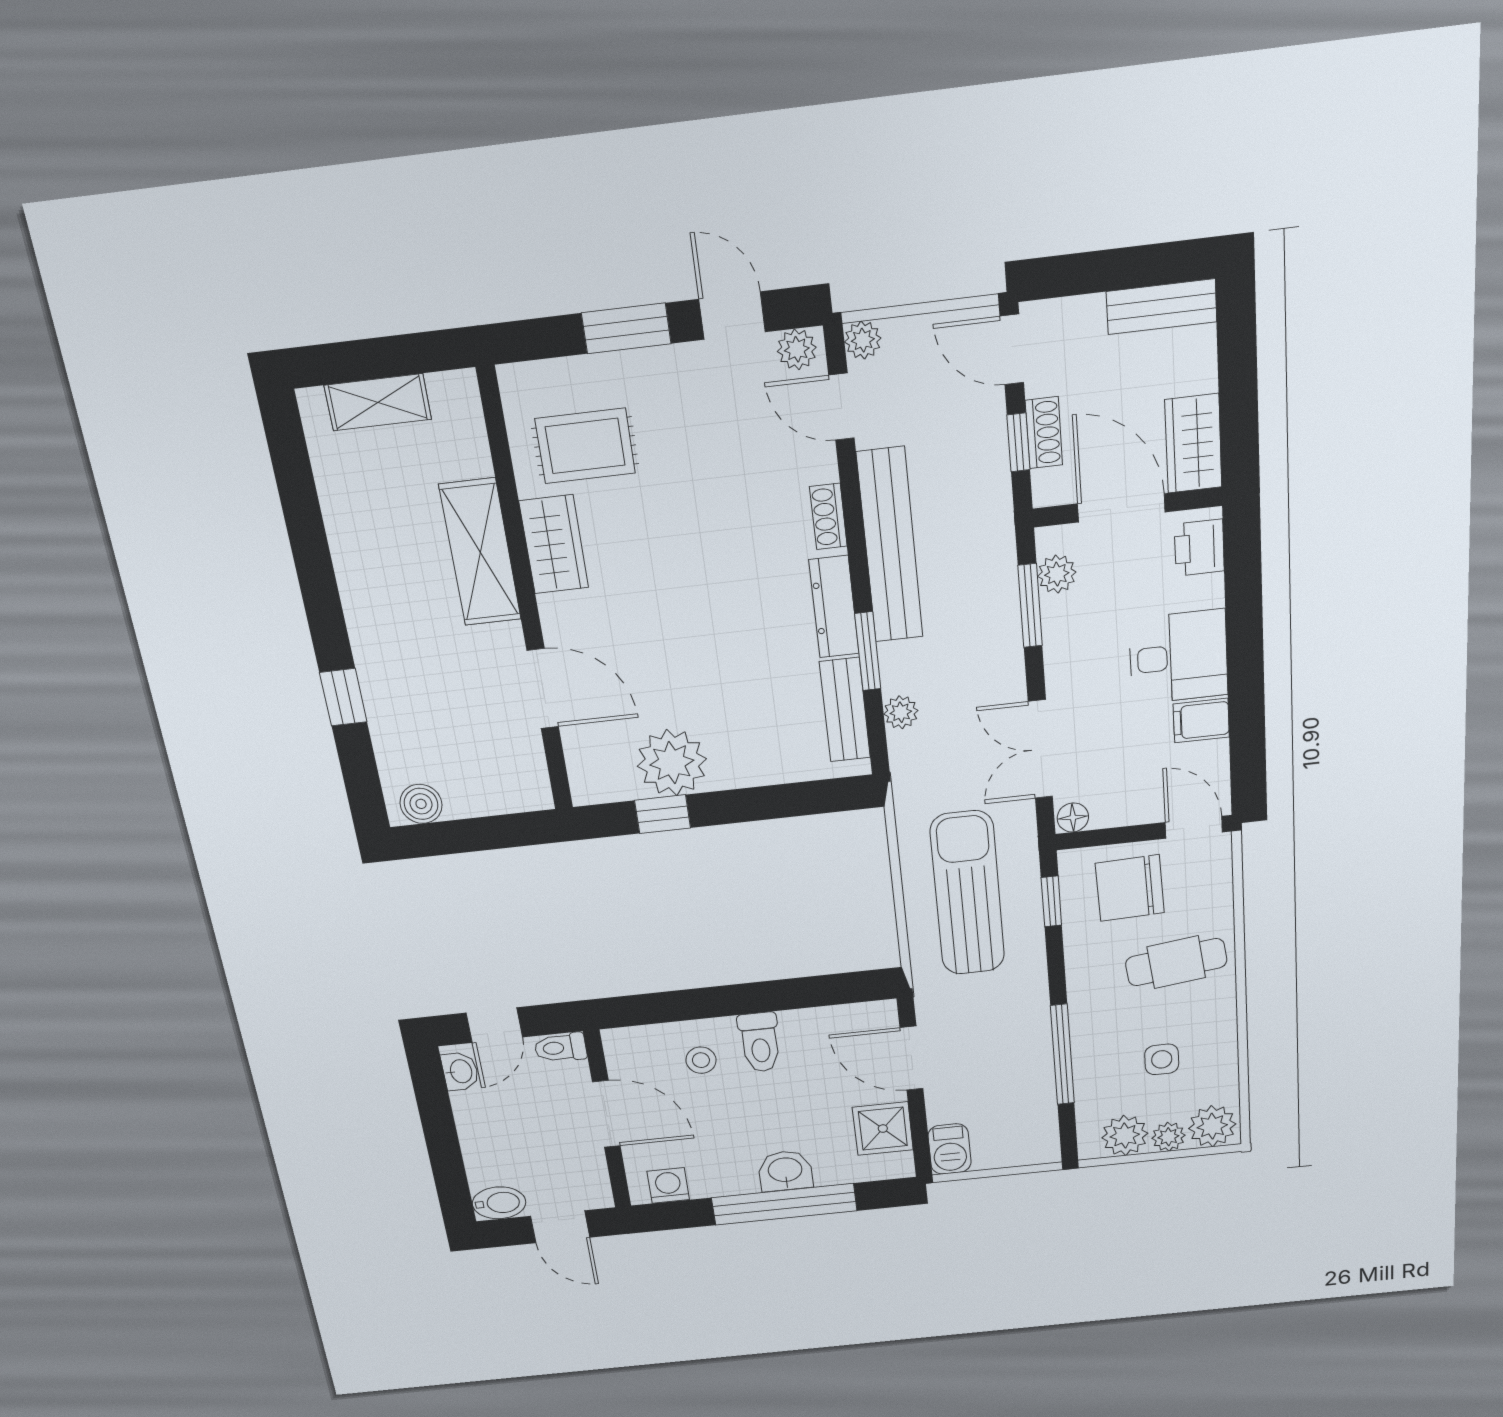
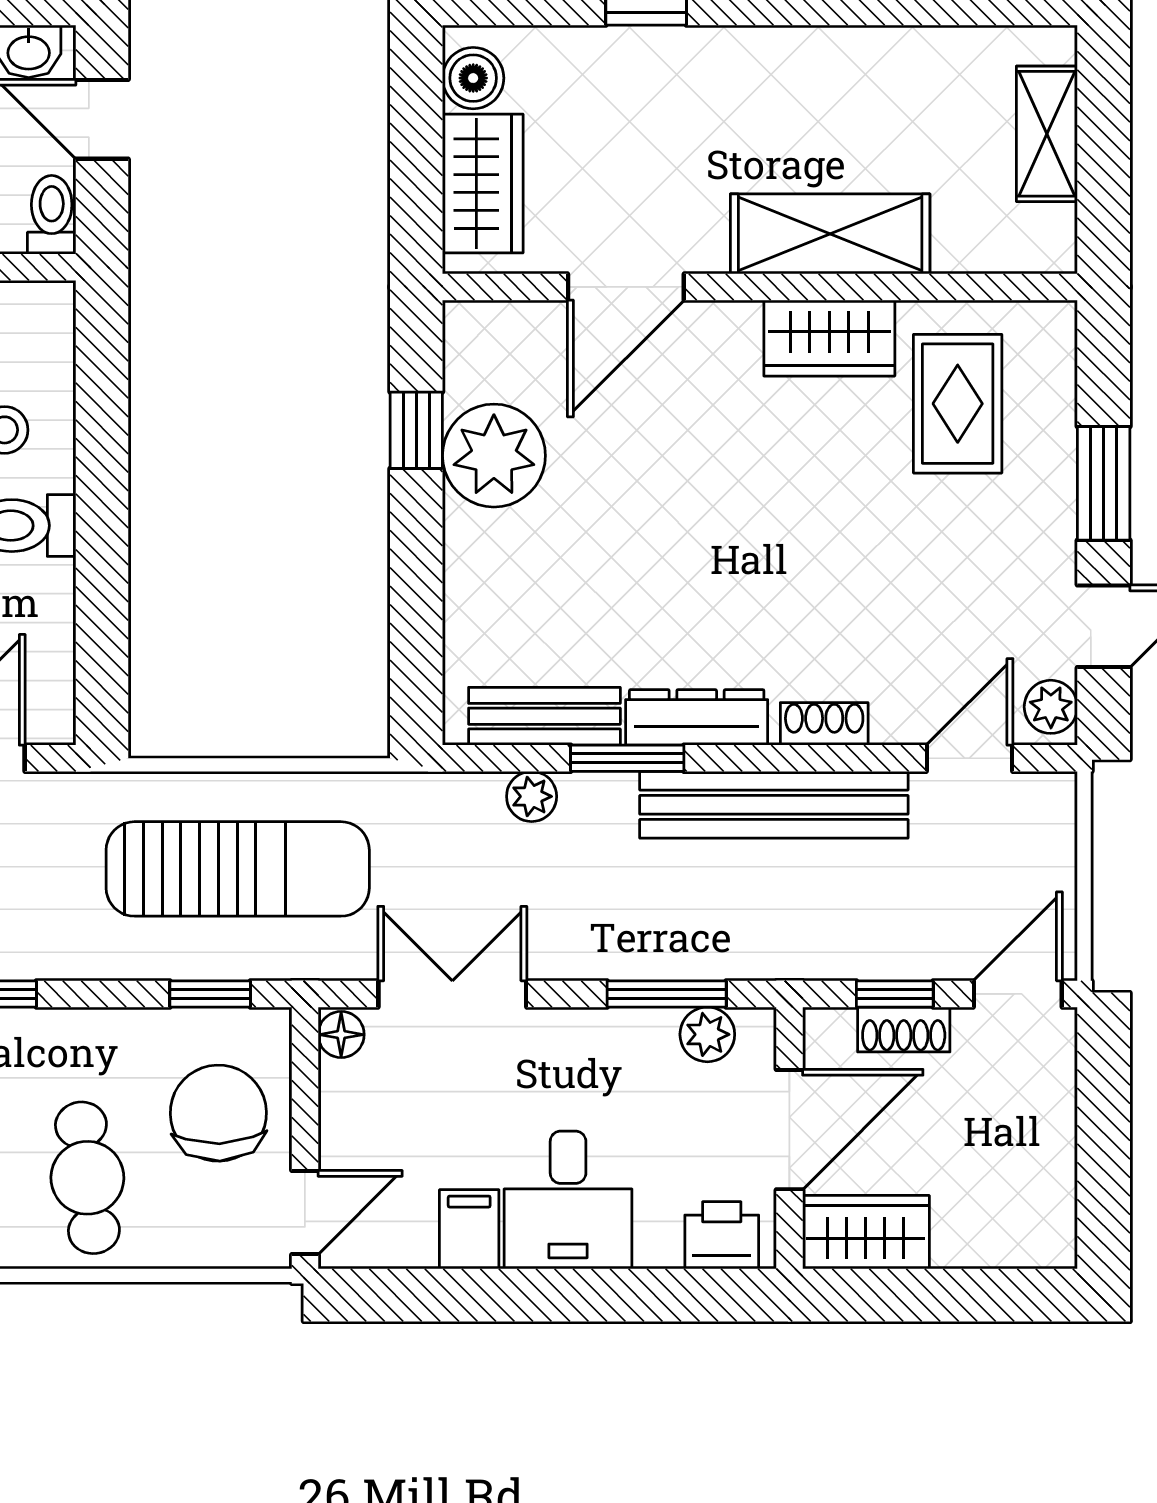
bench: (1162, 307) -> (1050, 1196), removed
plant: (863, 340) -> (1053, 796), removed
wardrobe: (490, 790) -> (483, 183), added

